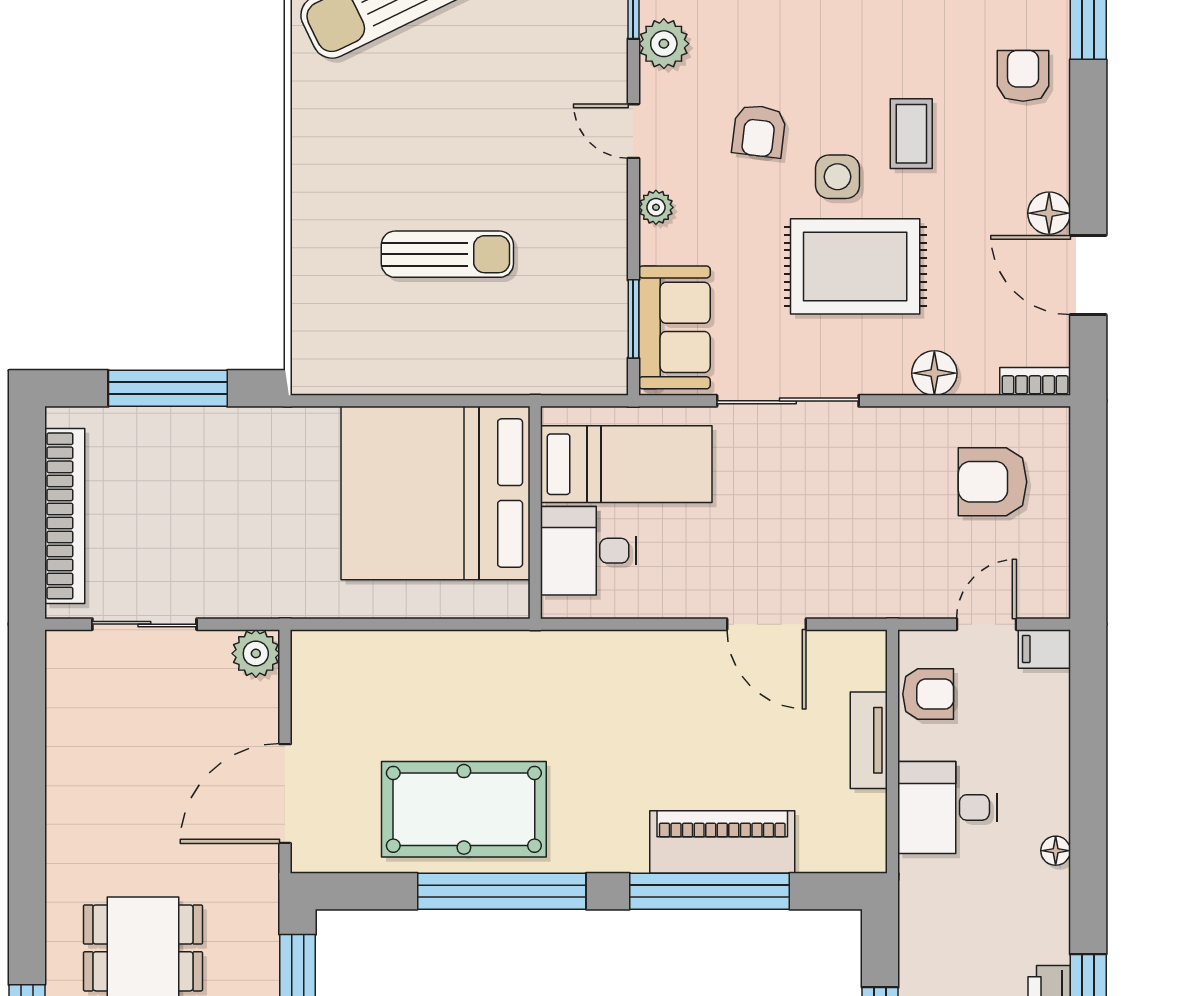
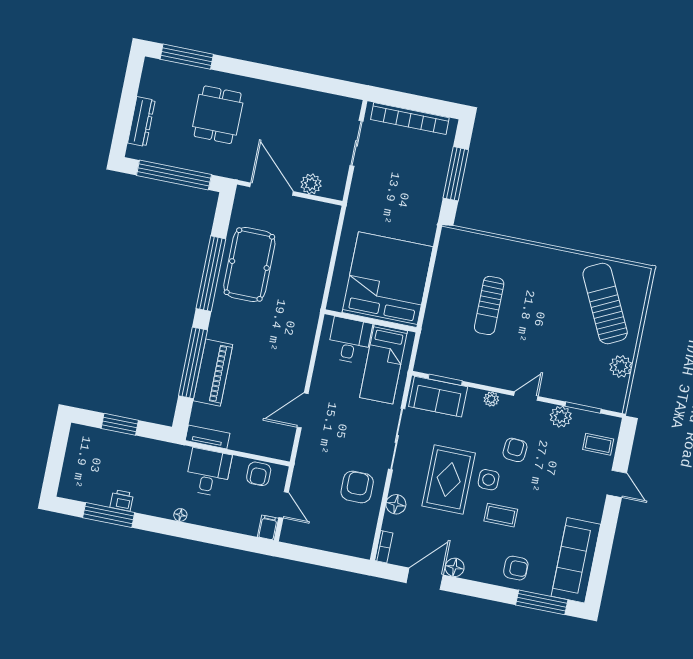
armchair: (759, 131) -> (515, 450), turned 87
armchair: (992, 482) -> (357, 487), moved
plant: (256, 653) -> (311, 184), moved
tv unit: (869, 740) -> (208, 437), moved

